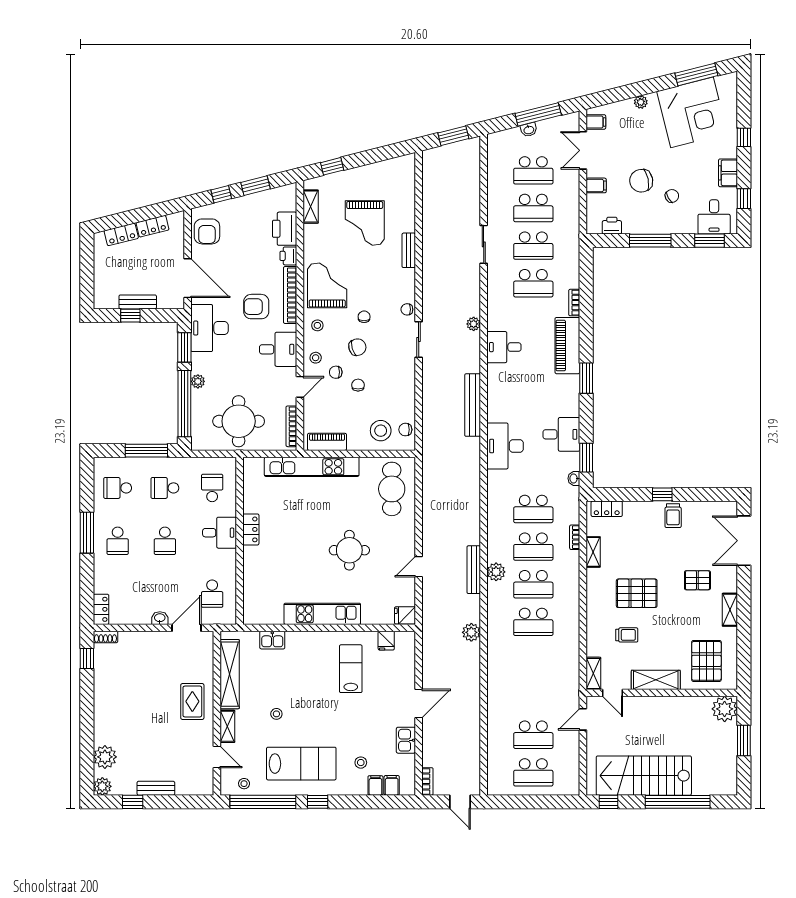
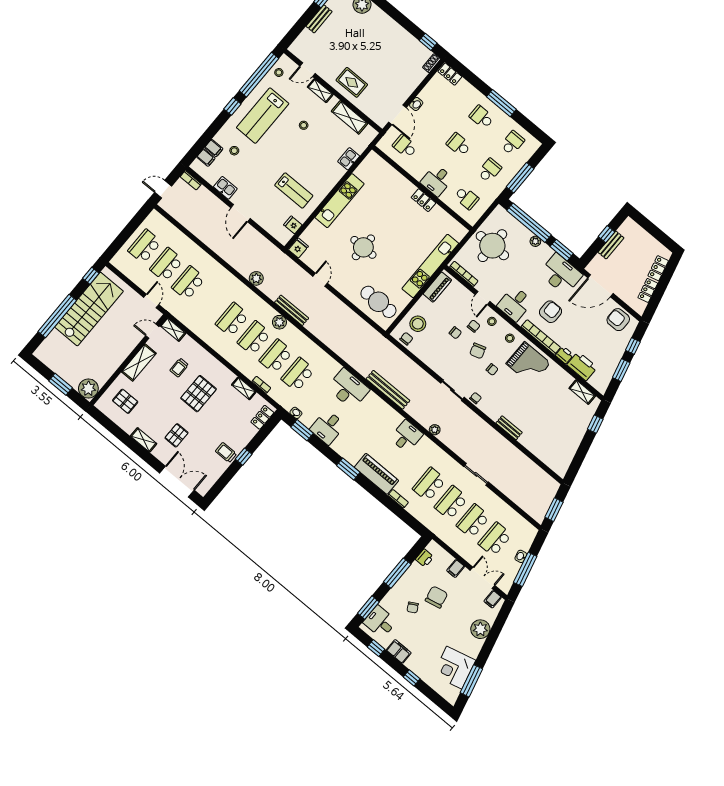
plant: (641, 102) -> (480, 629), width x1.88, depth x1.88
corner desk: (692, 112) -> (454, 668), width x0.74, depth x0.74
grand piano: (365, 223) -> (546, 416), removed
pallet: (706, 661) -> (125, 401), width x0.67, depth x0.71
shelving: (230, 674) -> (350, 117), width x0.68
school desk: (533, 697) -> (188, 283), added

